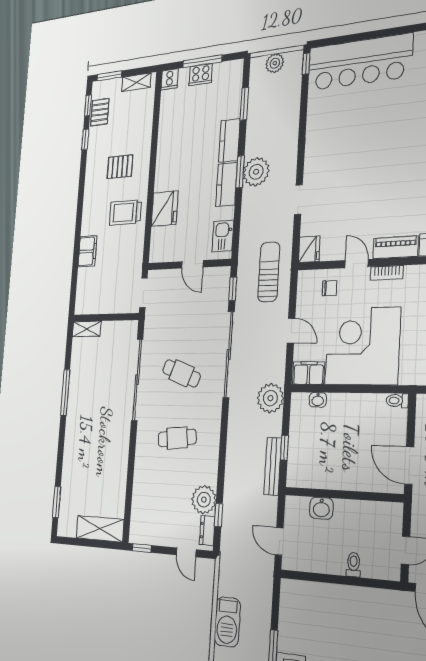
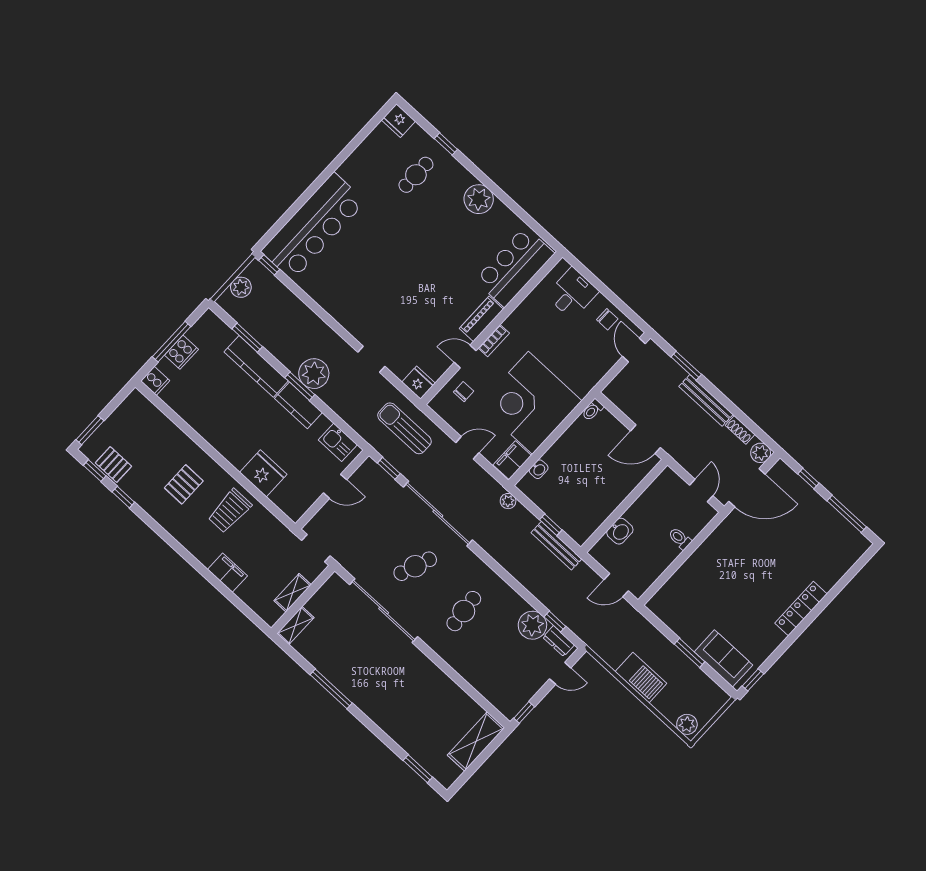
shelving: (136, 82) -> (293, 593), moved
kitchen counter: (229, 140) -> (256, 366), width x1.50
plant: (270, 398) -> (508, 501), width x0.53, depth x0.53

